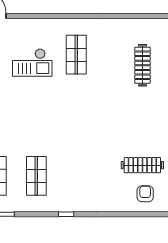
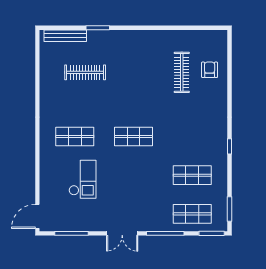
shop shelf: (76, 115) -> (133, 137), added
armchair: (145, 194) -> (210, 70), turned 90

